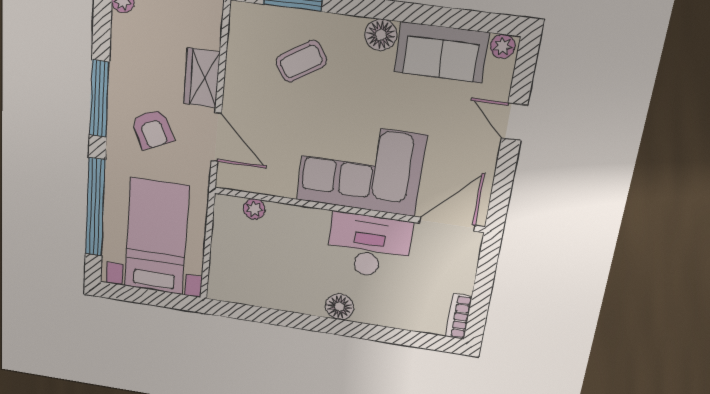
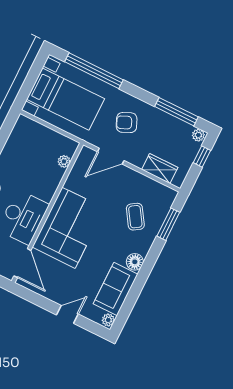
wardrobe: (202, 78) -> (160, 168), moved
window: (99, 99) -> (176, 112), moved

